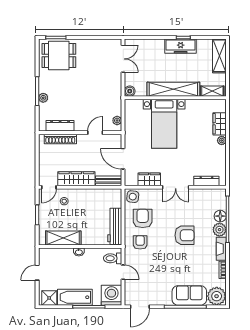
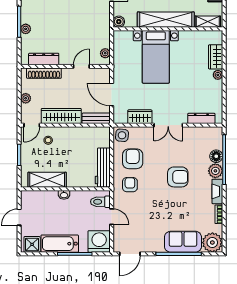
plant: (43, 162) -> (26, 98), added

